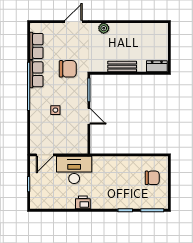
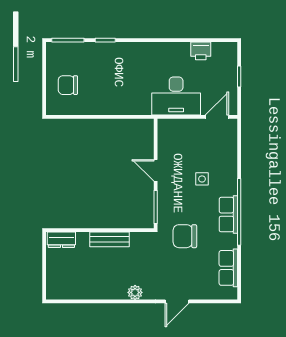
row of seats: (36, 74) -> (228, 215), moved
printer: (83, 202) -> (201, 51), moved

